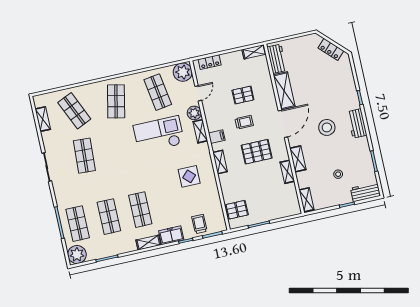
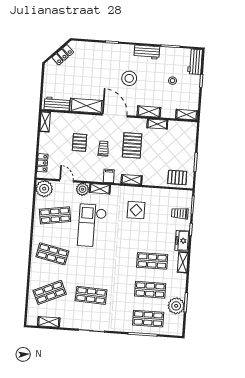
workbench: (357, 123) -> (147, 52), moved
pallet: (237, 210) -> (177, 177), turned 90
plant: (77, 255) -> (176, 306), moved

